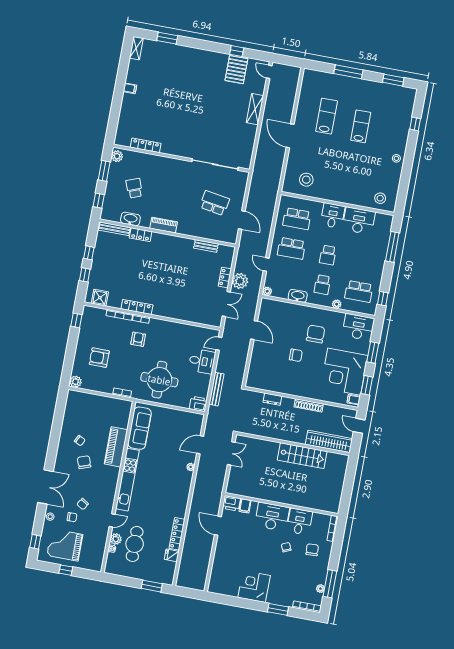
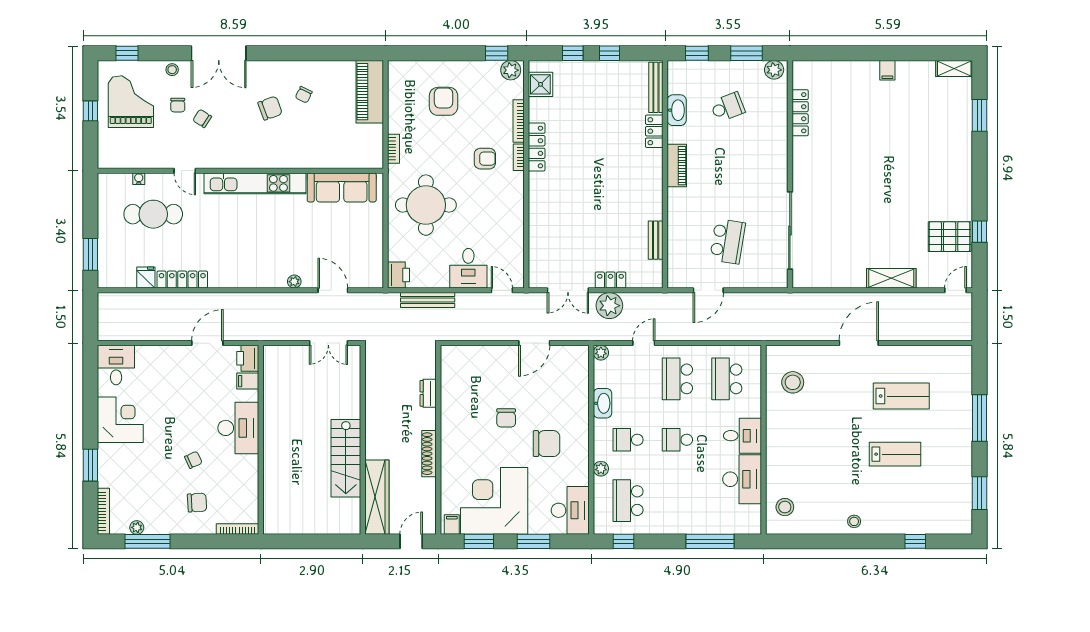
plant: (75, 382) -> (511, 70), moved
piano: (116, 447) -> (370, 92), moved, turned -90
desk: (299, 522) -> (116, 365), moved, turned -90
plant: (116, 539) -> (155, 182), removed

